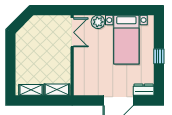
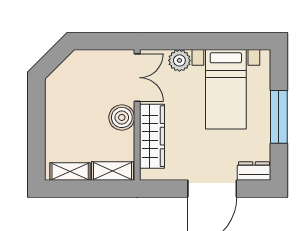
window: (159, 56) -> (279, 117), width x2.17
boiler: (63, 57) -> (122, 117), added
wardrobe: (81, 68) -> (152, 136), added

